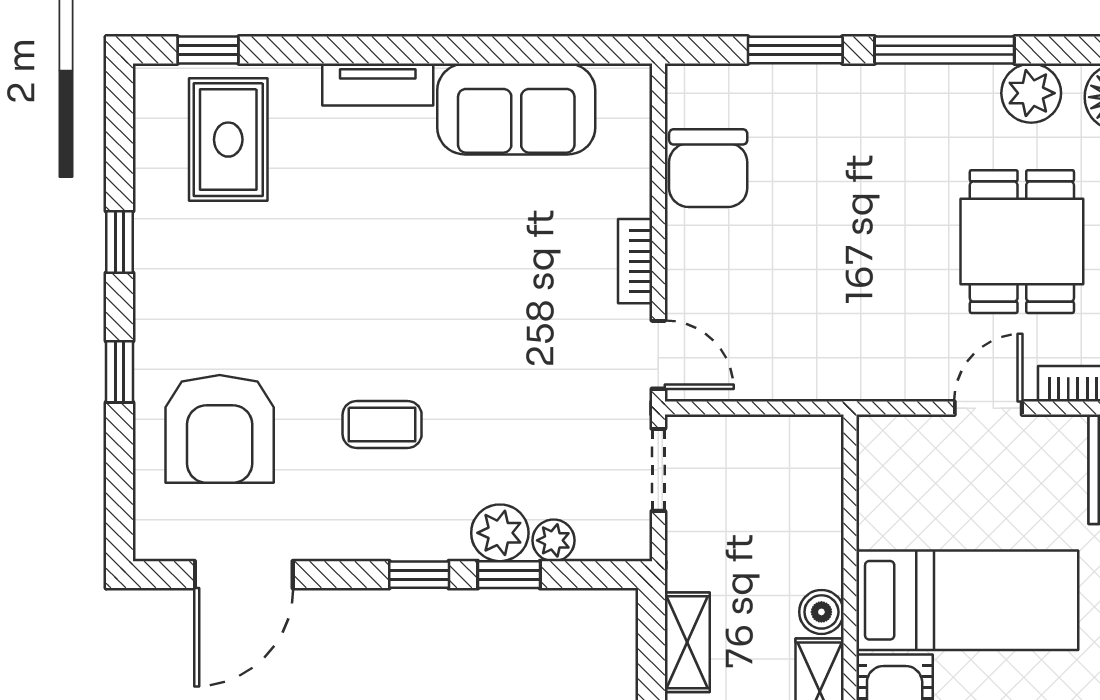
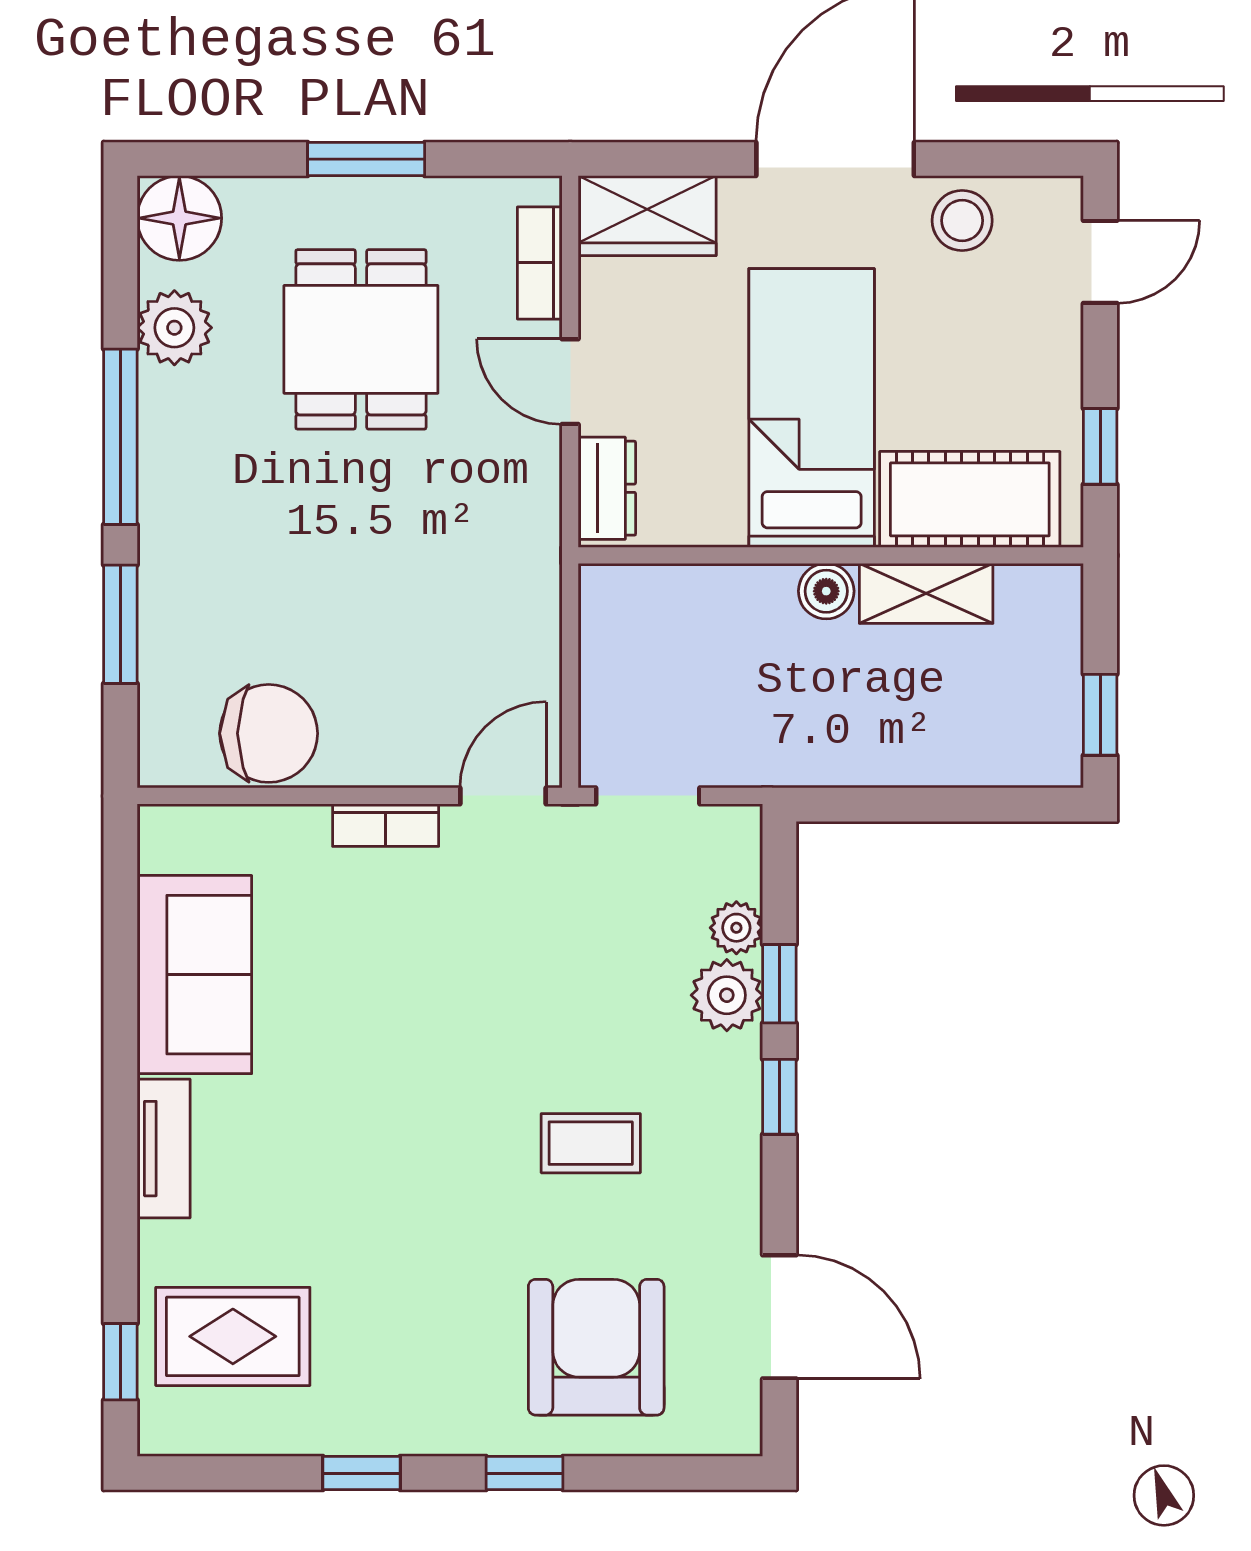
dining table: (1022, 242) -> (361, 339), turned 90
coffee table: (382, 424) -> (591, 1143), turned 90
armchair: (220, 429) -> (596, 1347), turned -90
dresser: (903, 437) -> (607, 488), added
shelving: (687, 642) -> (864, 760), removed

